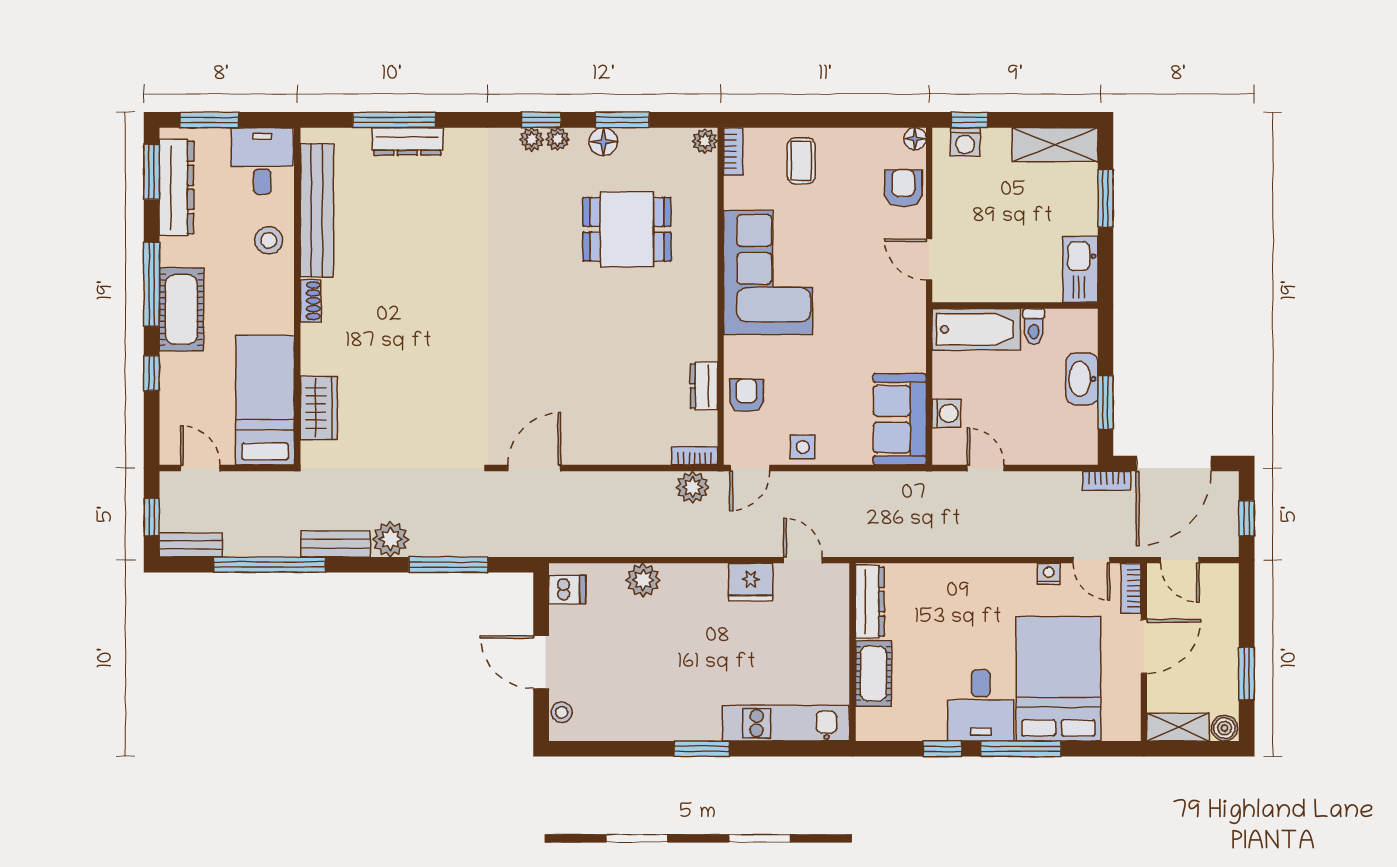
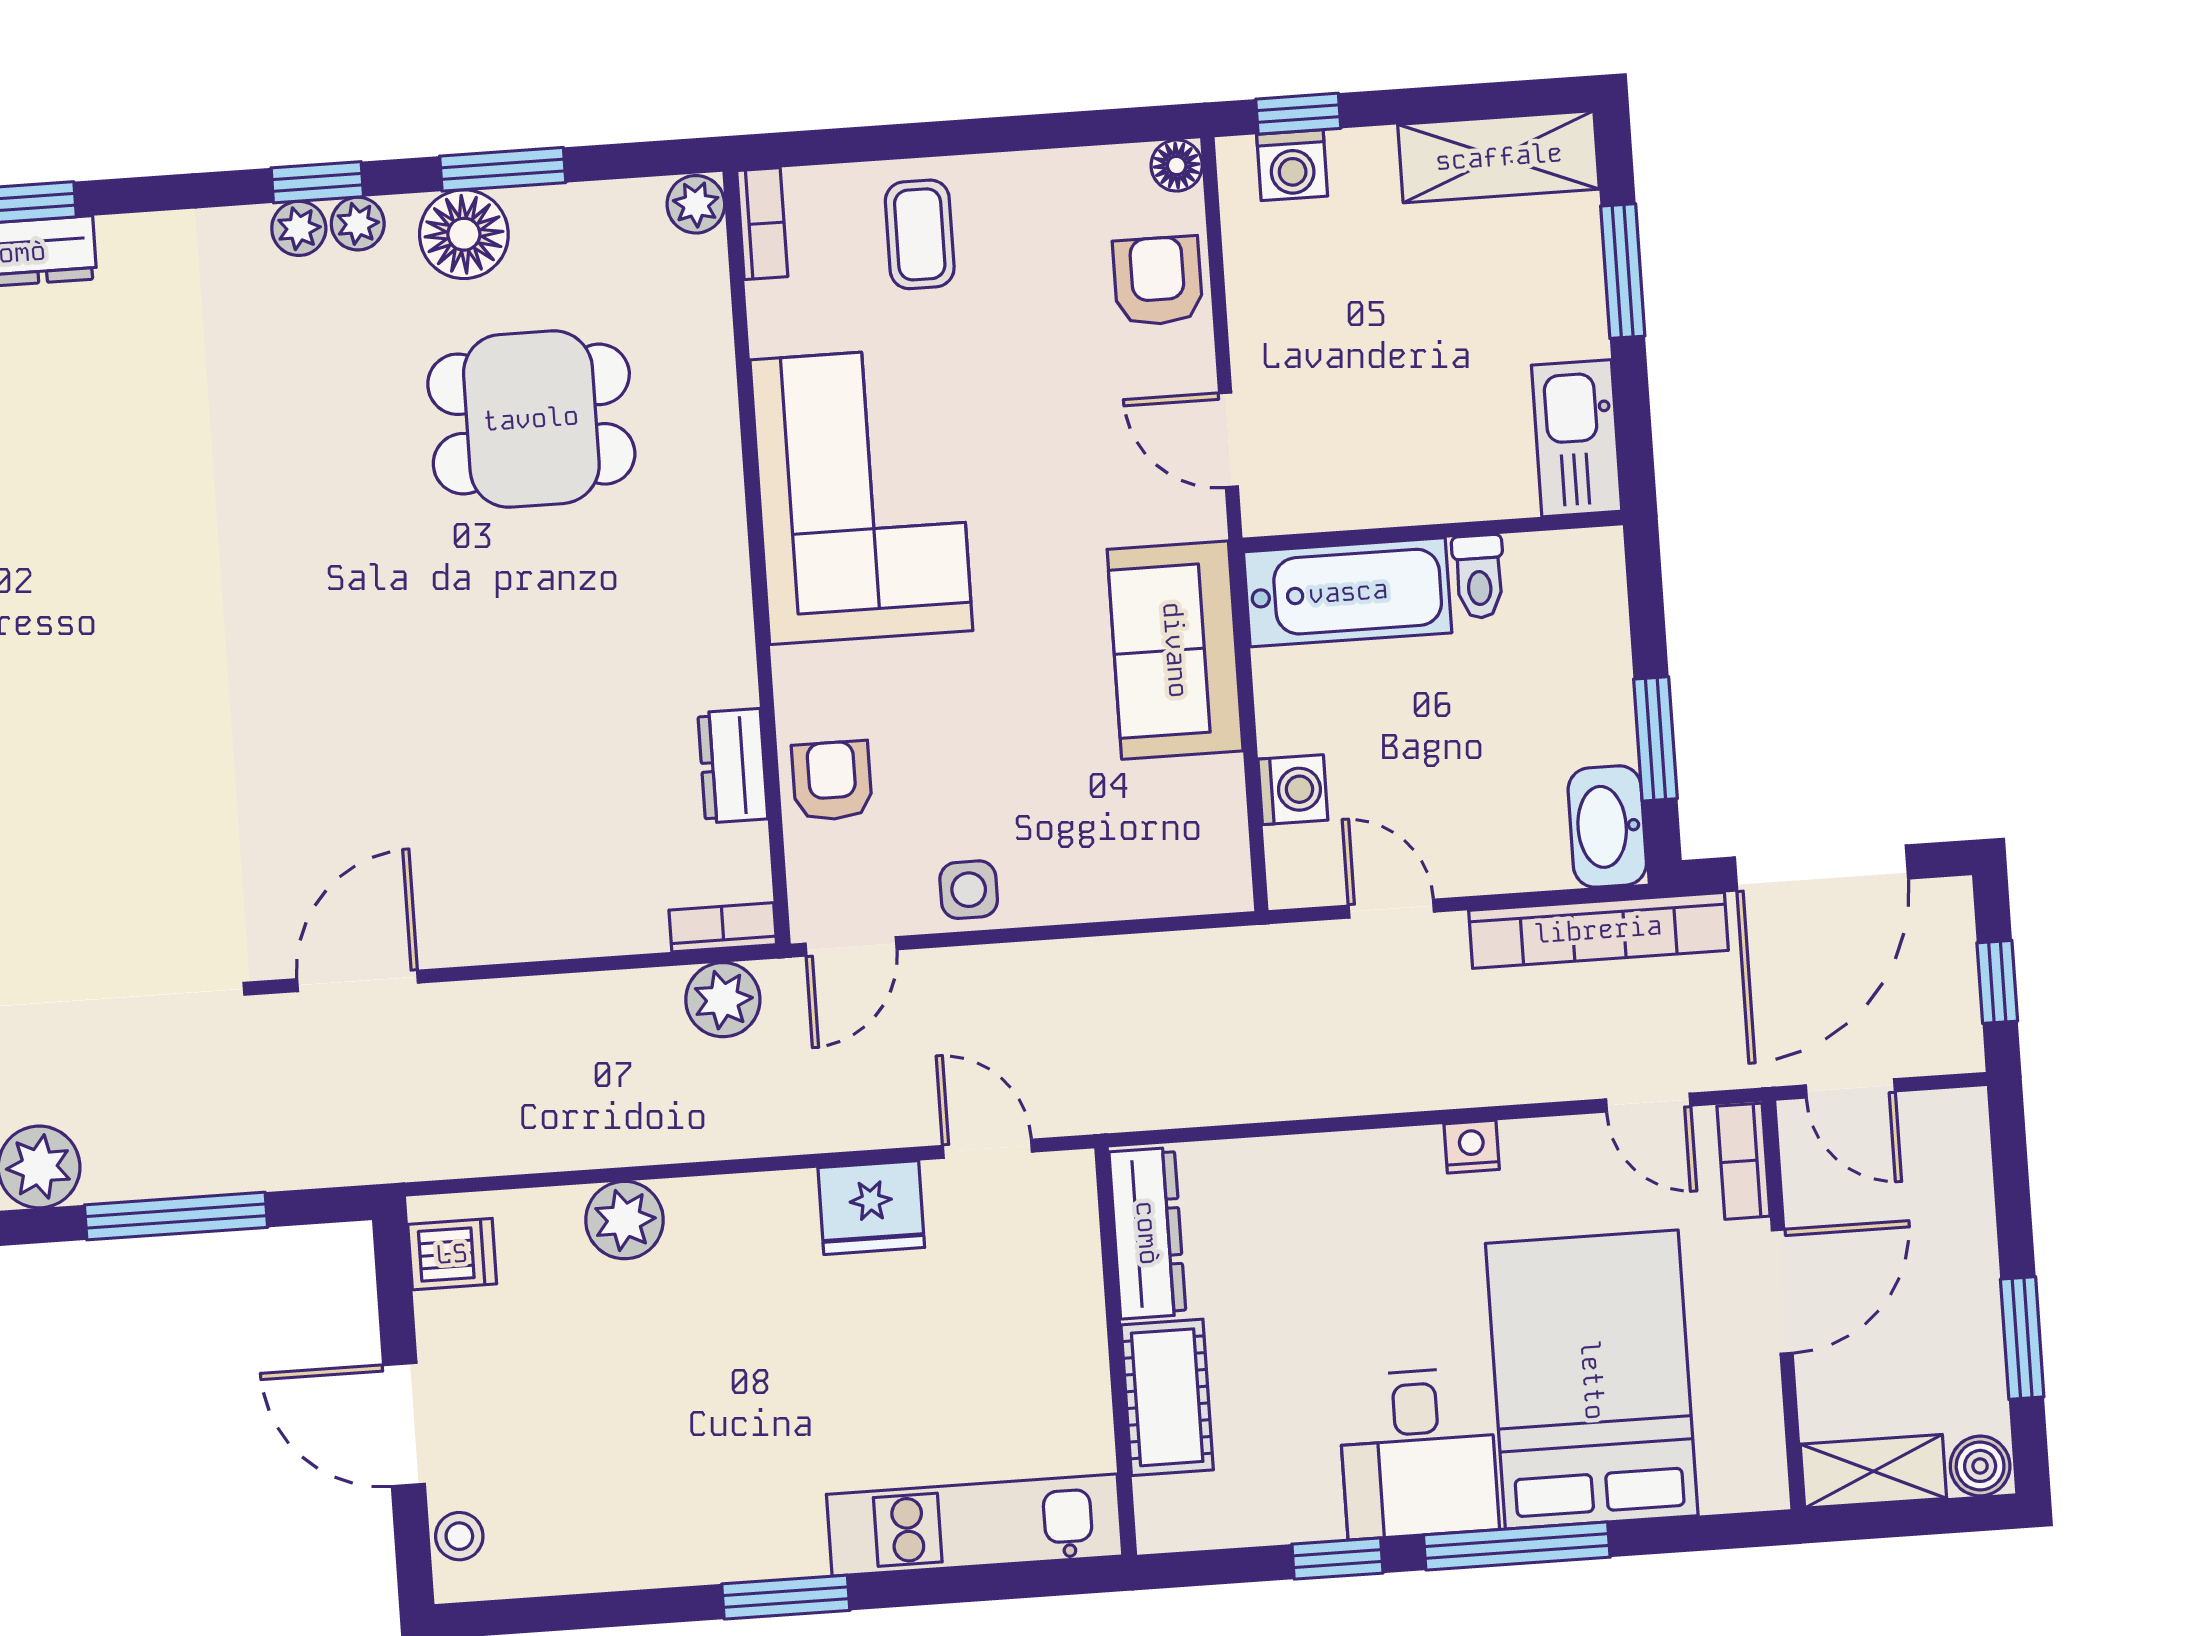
floor lamp: (603, 142) -> (464, 234), width x1.38, depth x1.38
washbasin: (1082, 379) -> (1607, 827), moved
sofa: (900, 419) -> (1175, 650), moved
bookcase: (1107, 481) -> (1598, 930), width x2.31, depth x1.31
nightstand: (1049, 574) -> (1472, 1147), moved

